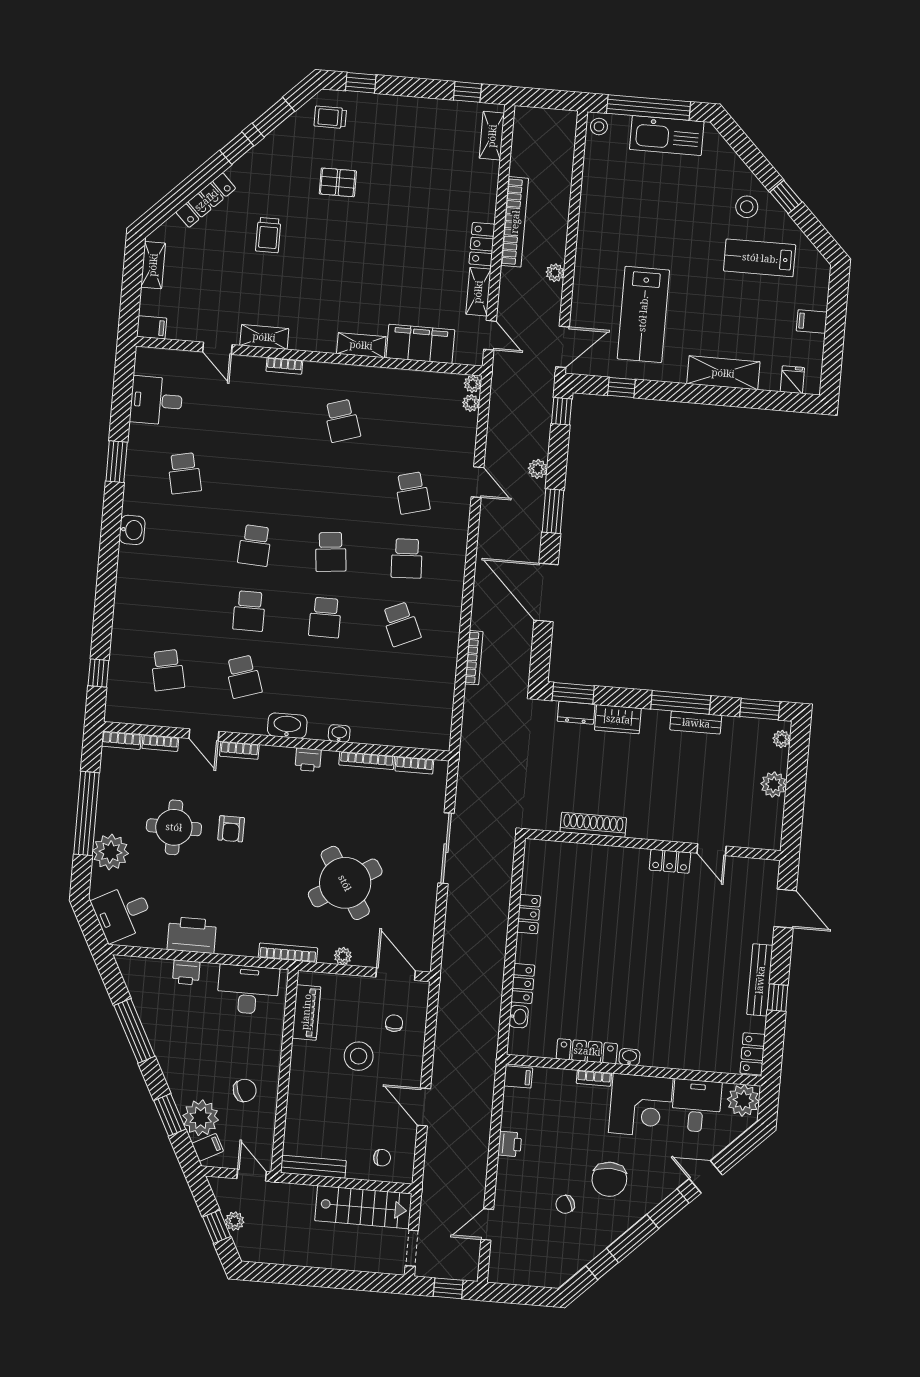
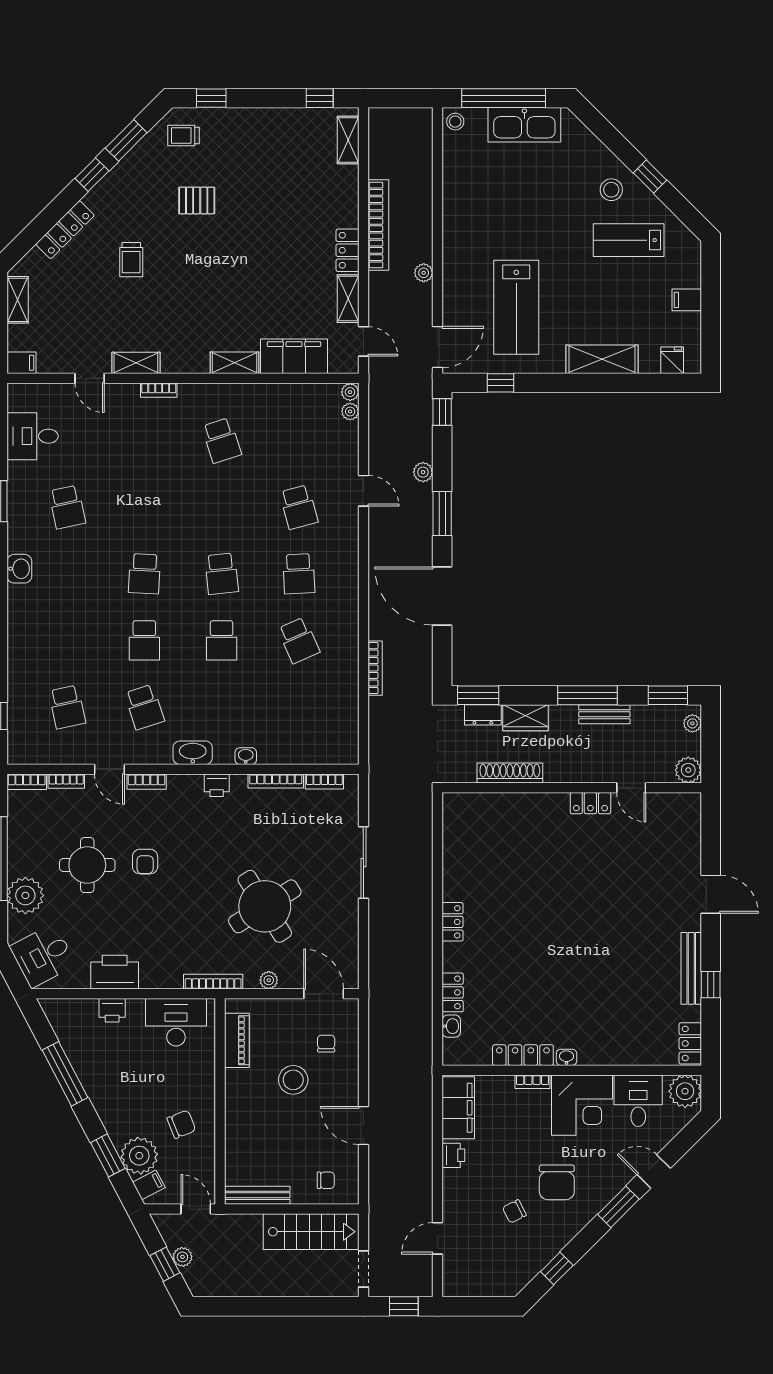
shoe rack: (593, 825) -> (510, 773), moved
wall: (653, 845) -> (572, 788), moved
door: (712, 850) -> (631, 788), moved
locker: (670, 861) -> (590, 803), moved
filing cabinet: (518, 1077) -> (458, 1108), width x3.00, depth x1.17

